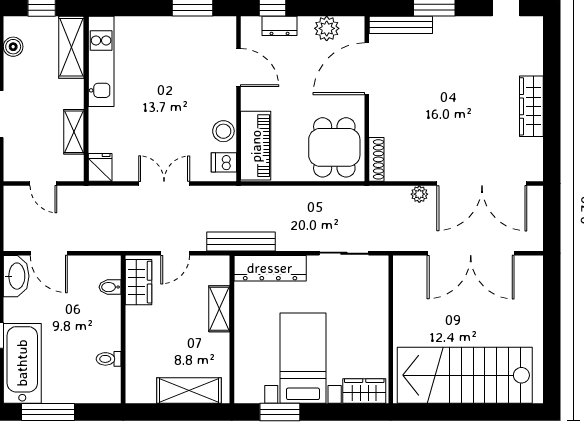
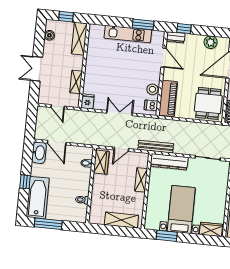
dresser: (280, 26) -> (176, 37), moved
kitchen unit: (101, 61) -> (128, 34), moved, turned 90

